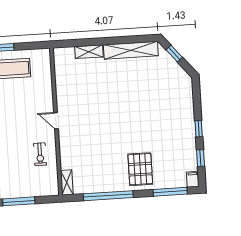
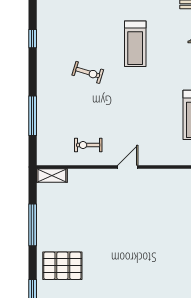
window: (108, 196) -> (33, 225), width x0.68

